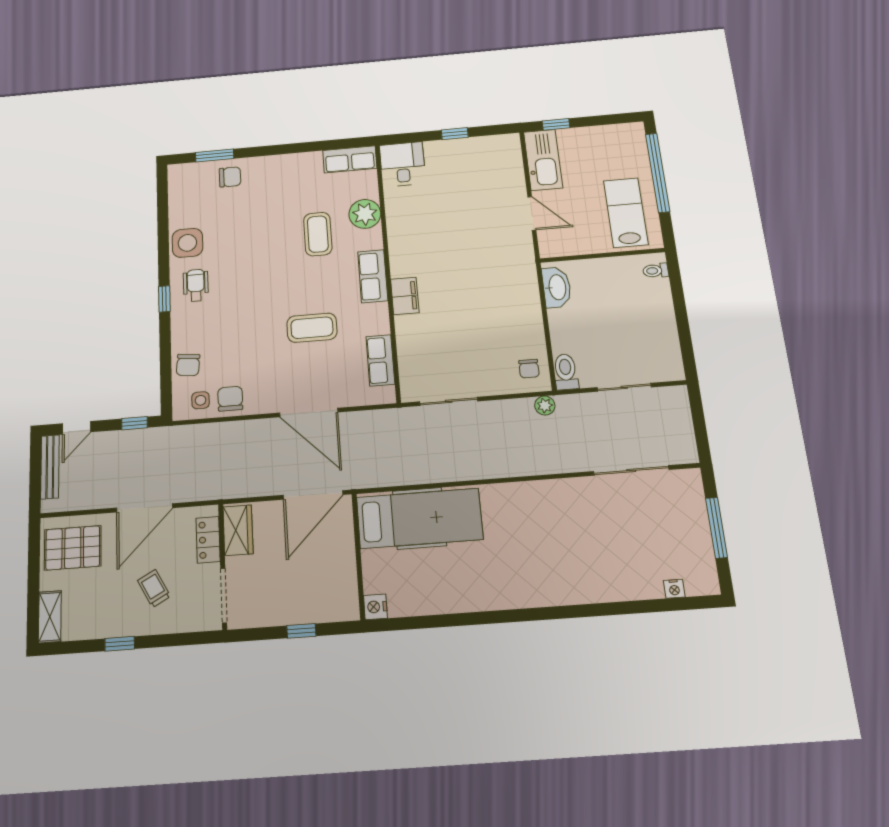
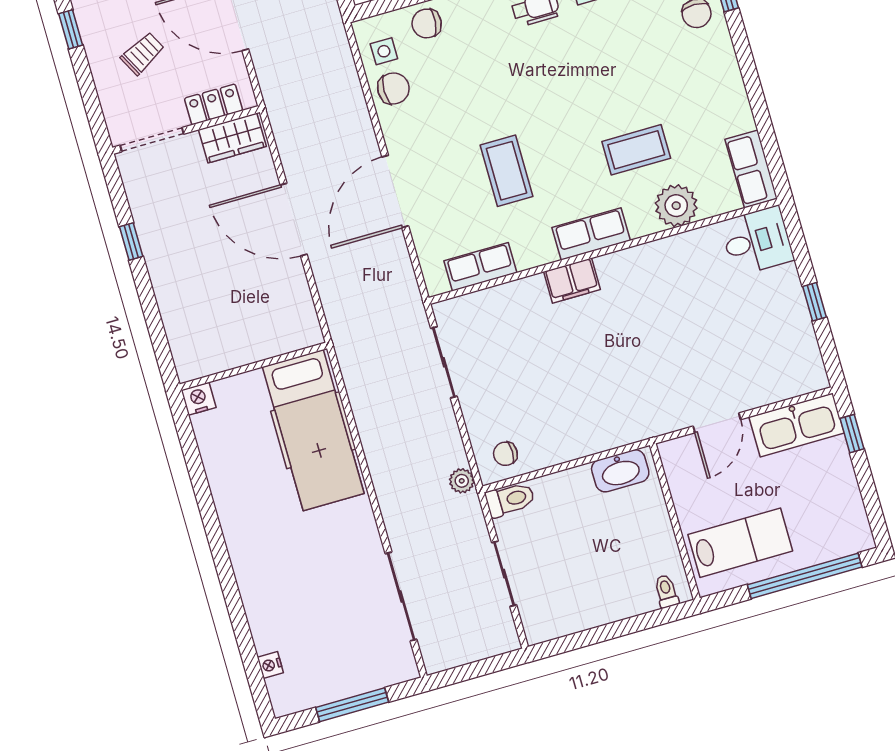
hospital bed: (419, 518) -> (313, 430), moved
wall: (358, 556) -> (253, 366), moved
nightstand: (375, 607) -> (199, 399), moved

